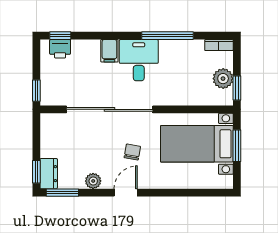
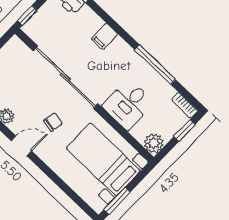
desk: (139, 60) -> (128, 104), moved, turned 180
plant: (223, 79) -> (154, 143), moved
window: (237, 88) -> (184, 130), moved
window: (237, 146) -> (117, 201), moved

